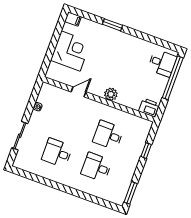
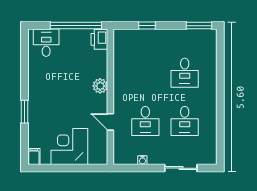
window: (173, 78) -> (76, 26), moved
desk: (108, 135) -> (145, 121), moved

